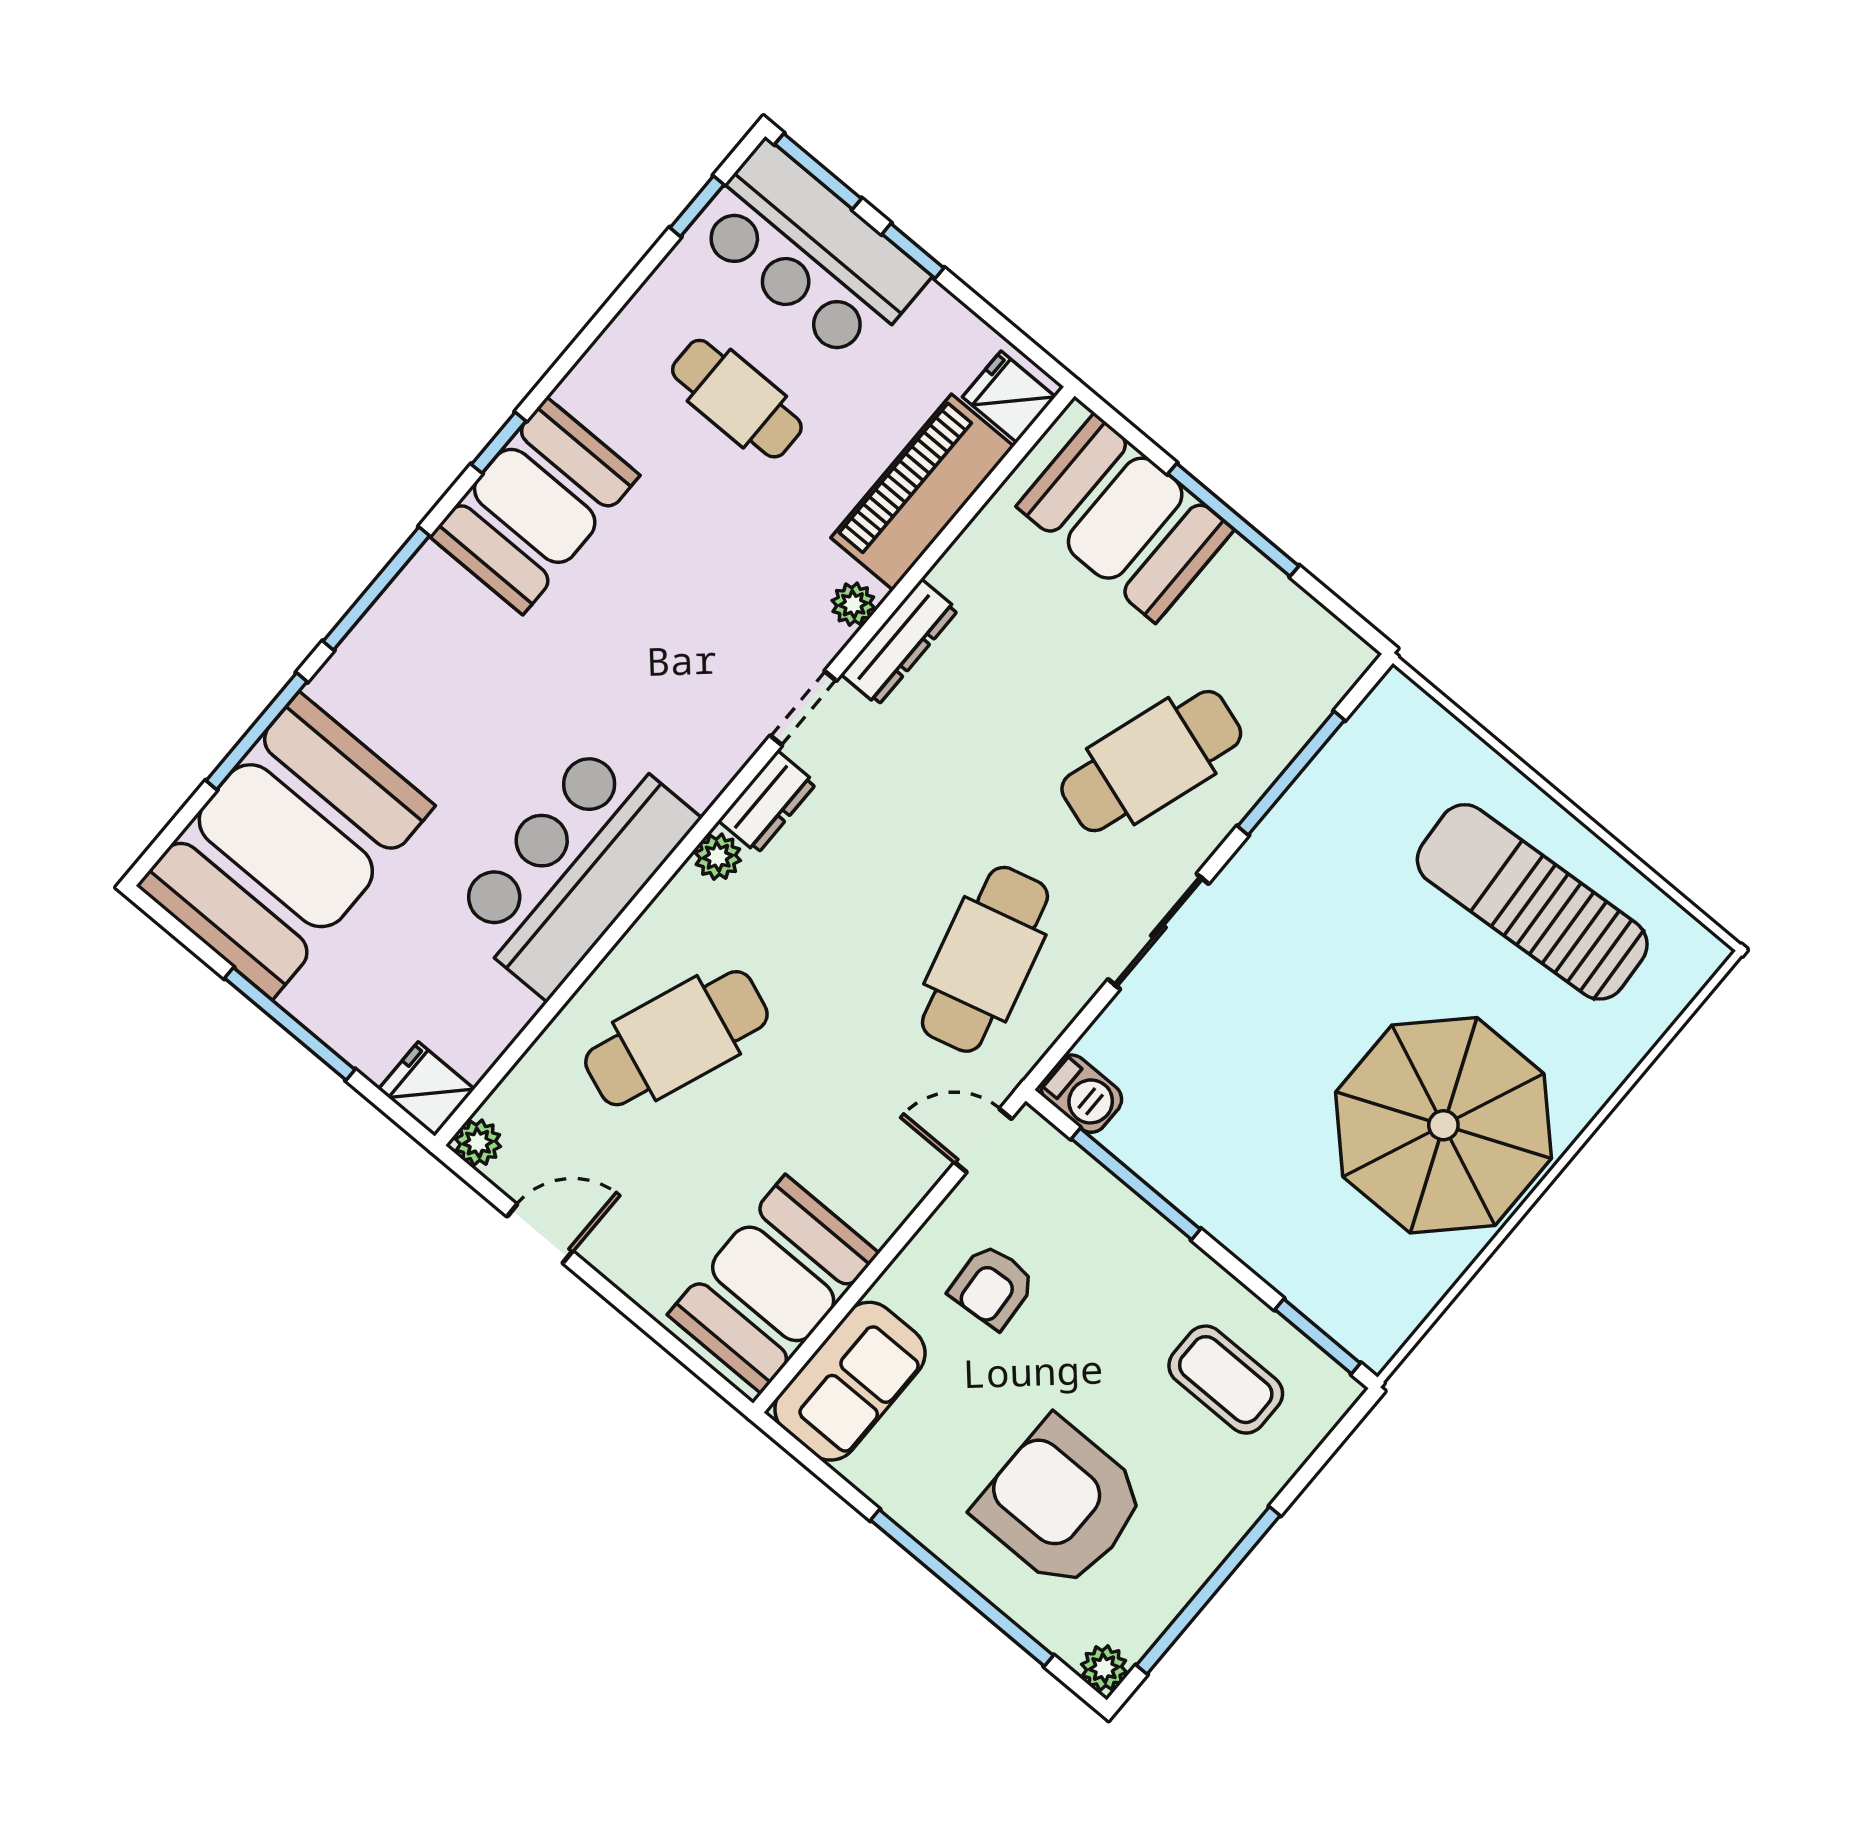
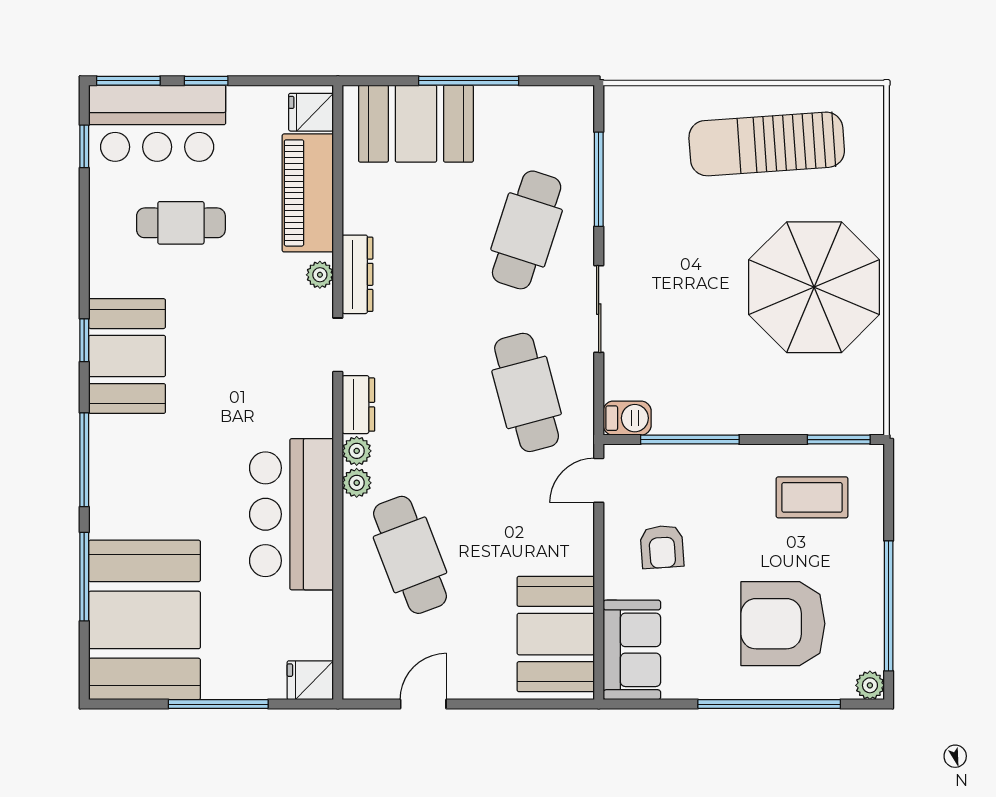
cafe table: (676, 1038) -> (410, 555), turned -42
plant: (478, 1143) -> (357, 483), moved

